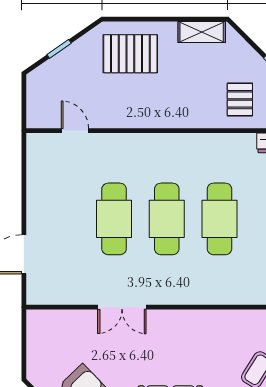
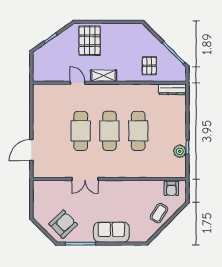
shelving: (202, 32) -> (104, 76), moved
pallet: (130, 54) -> (90, 41), turned 90
door: (75, 131) -> (77, 83), moved

